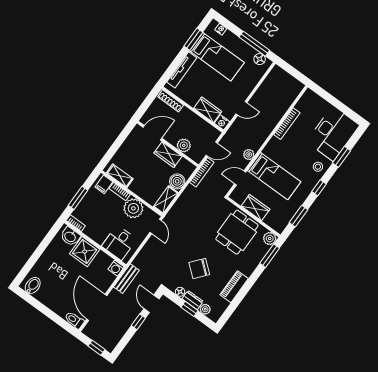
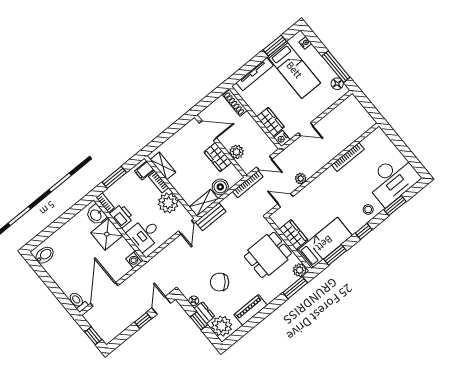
bed: (274, 176) -> (324, 243), moved, turned -90
printer: (94, 232) -> (121, 216), added
bench: (126, 279) -> (211, 217), moved
plant: (205, 309) -> (222, 326), width x1.88, depth x1.88

